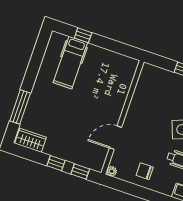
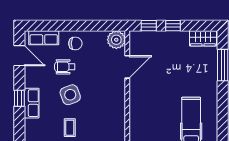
plant: (112, 171) -> (116, 40), width x1.88, depth x1.88
chair: (145, 171) -> (75, 43), moved

